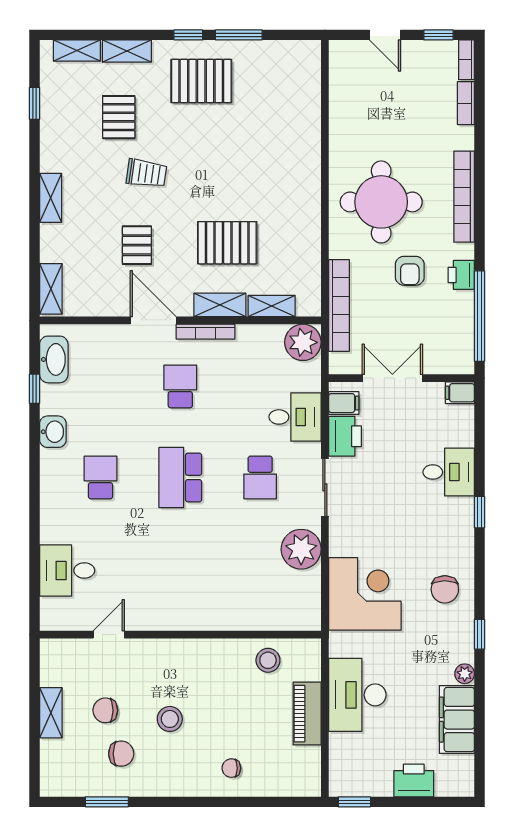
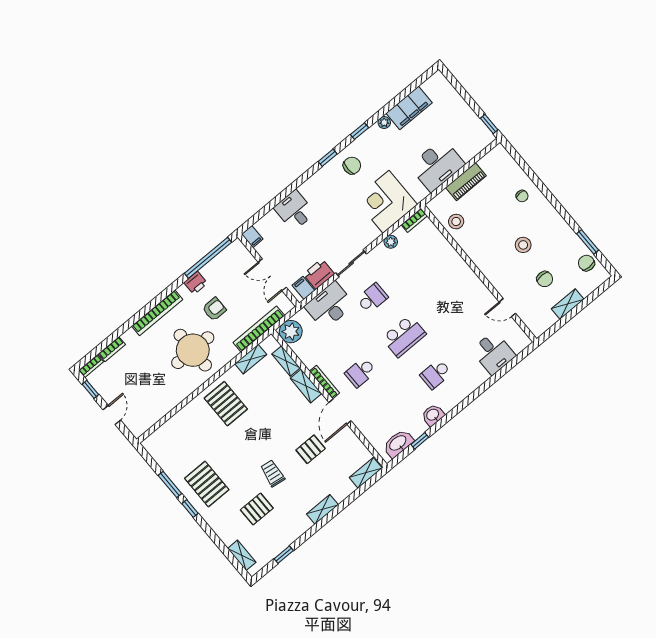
shelving: (127, 51) -> (251, 359), moved, turned 90
pallet: (227, 243) -> (226, 404), moved
desk: (295, 417) -> (329, 306), width x1.37
window: (480, 512) -> (328, 158), moved
plant: (301, 549) -> (391, 242), width x0.53, depth x0.53
bookcase: (313, 610) -> (414, 220), added
chair: (121, 754) -> (586, 263), moved
printer: (414, 780) -> (455, 104), removed

